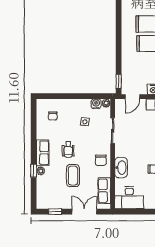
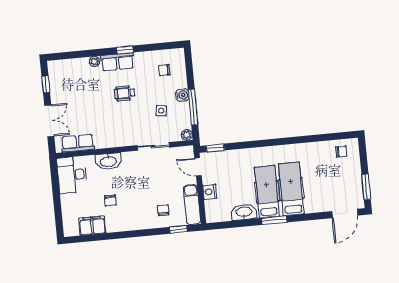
window: (84, 96) -> (193, 107), added
water cooler: (96, 104) -> (182, 95), moved
chair: (101, 160) -> (115, 135), removed
window: (34, 171) -> (125, 50), moved
coffee table: (73, 176) -> (93, 102), removed

